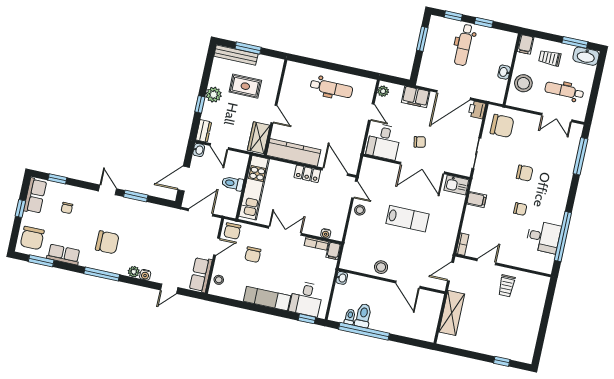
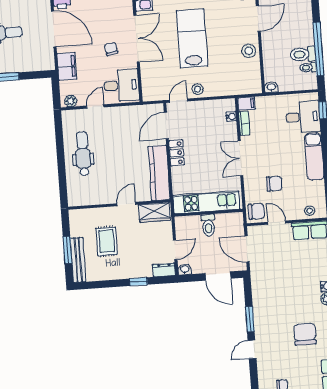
plant: (214, 95) -> (125, 271), removed
lab bench: (408, 219) -> (192, 38), width x1.36, depth x1.39

